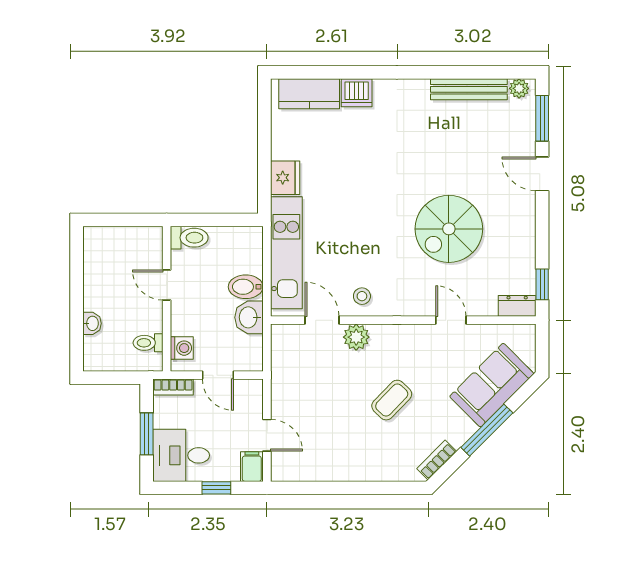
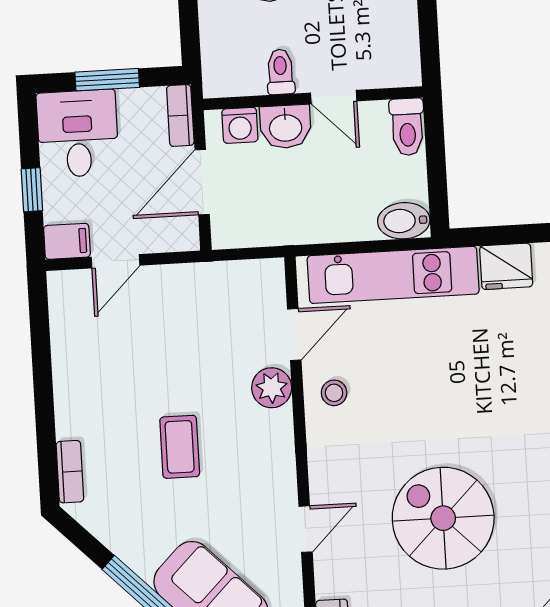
door: (167, 285) -> (334, 97), swing flipped
bidet: (246, 287) -> (404, 221), moved, turned -90
washbasin: (249, 317) -> (285, 127), moved, turned 180
toilet: (148, 343) -> (280, 72), moved
door: (218, 375) -> (202, 182), width x1.38
coffee table: (392, 400) -> (180, 447), turned 46
bookcase: (437, 460) -> (70, 472), moved, turned 45

